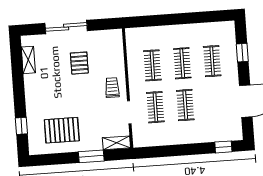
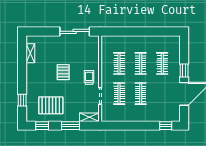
sliding door: (66, 27) -> (75, 31), moved
window: (242, 53) -> (184, 71), moved
pallet: (79, 63) -> (63, 72), moved
window: (52, 159) -> (42, 126), added

